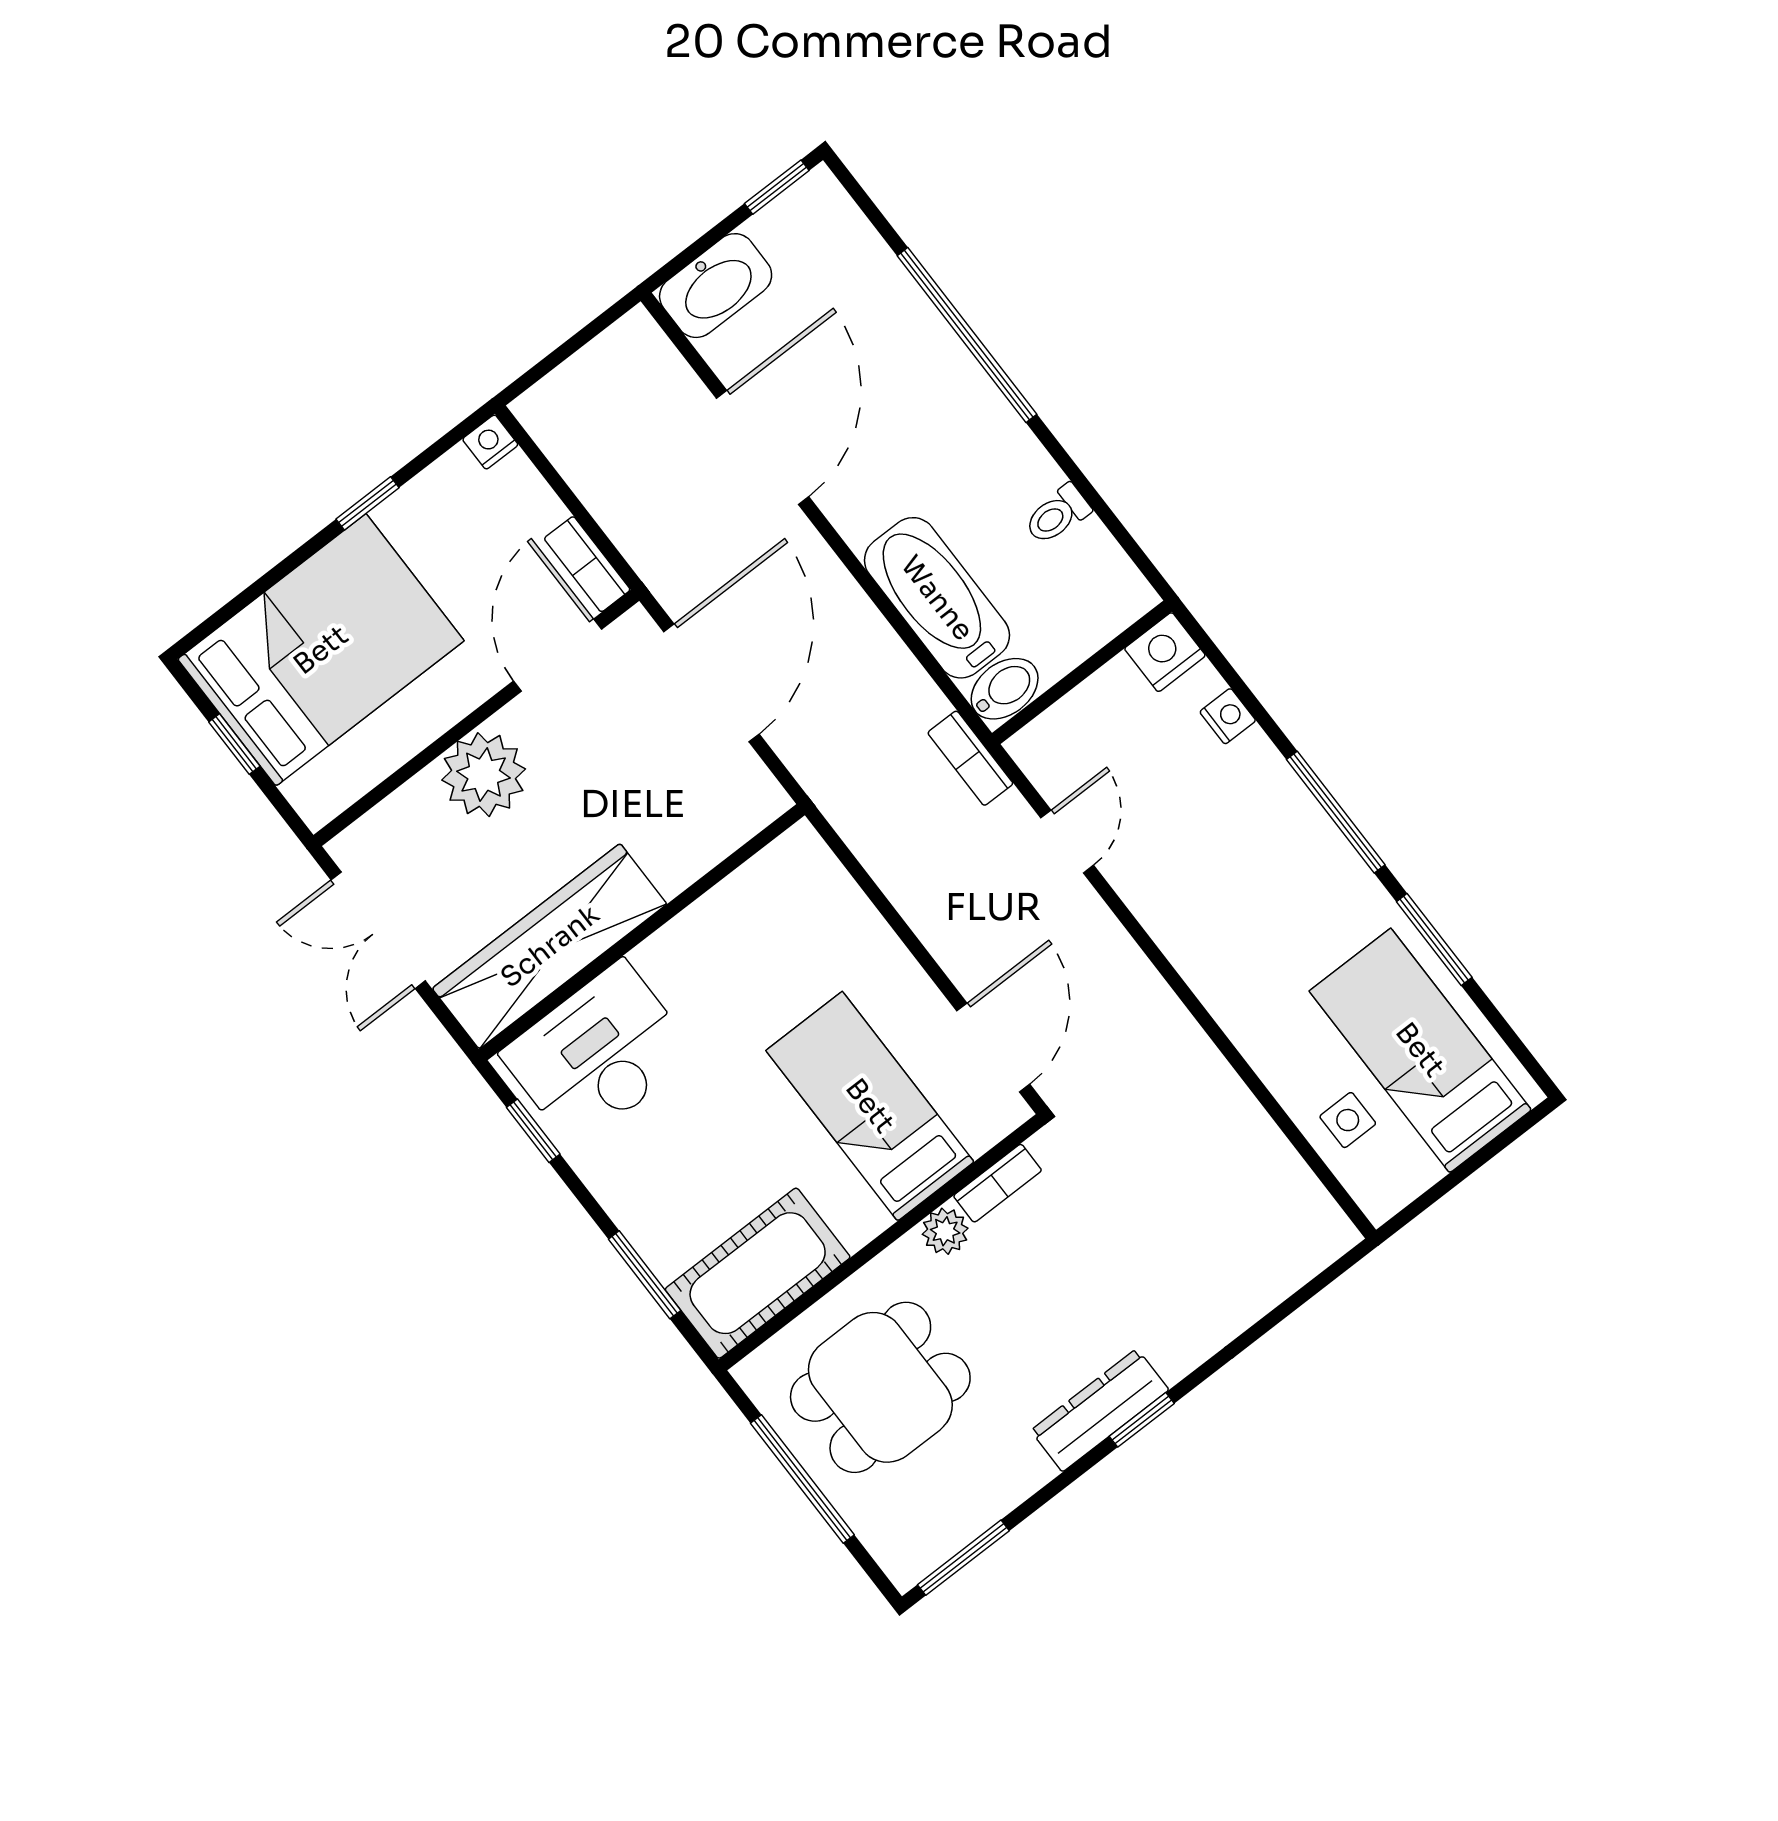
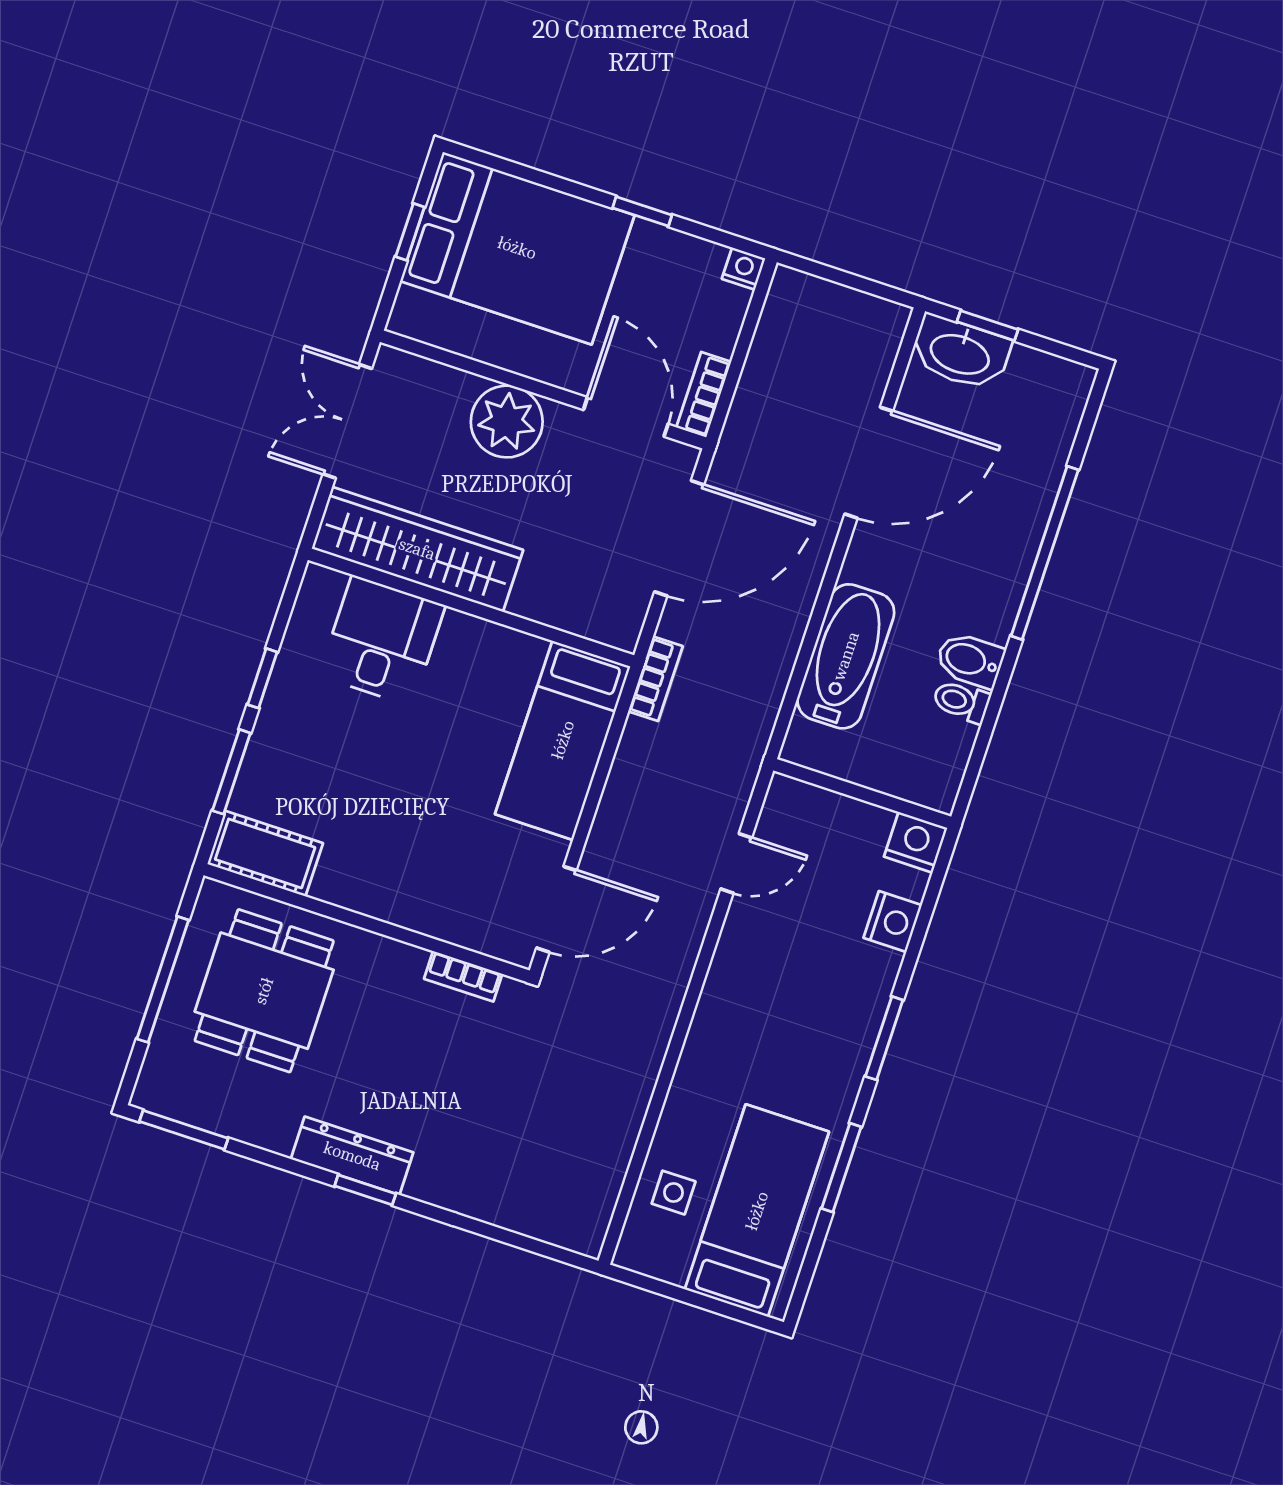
window: (777, 187) -> (987, 326), moved
door: (558, 655) -> (626, 417), hinge flipped
bidet: (1005, 689) -> (970, 660), moved, turned 180
nightstand: (1228, 716) -> (893, 922), width x1.39, depth x1.35
bookcase: (970, 758) -> (655, 679), moved, turned 180
window: (1336, 812) -> (884, 1038), width x0.69
desk: (598, 1054) -> (382, 641), width x0.73
bed: (870, 1106) -> (563, 740), moved, turned 180
window: (533, 1131) -> (262, 678), moved
plant: (945, 1231) -> (405, 962), removed
cot: (758, 1273) -> (265, 853), width x0.73, depth x0.75
dining table: (880, 1387) -> (264, 991), turned 90

